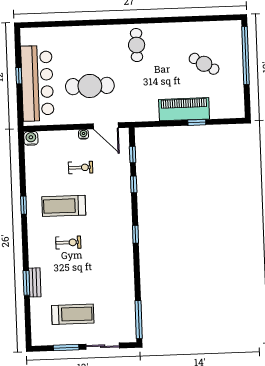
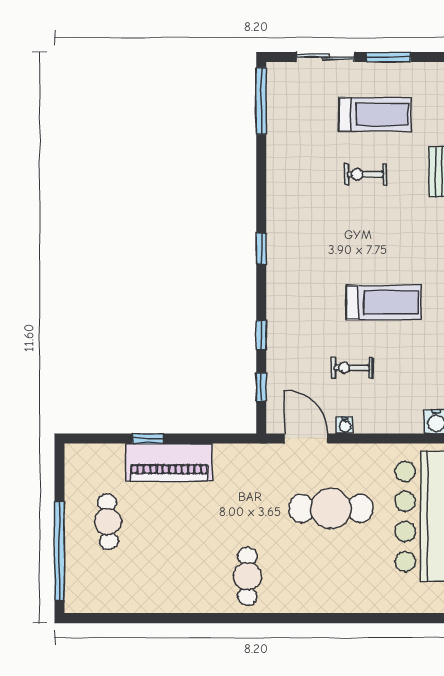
cafe table: (204, 64) -> (108, 522), moved, turned 56
exercise bike: (68, 243) -> (365, 174), moved
treadmill: (73, 314) -> (375, 114), turned 180

